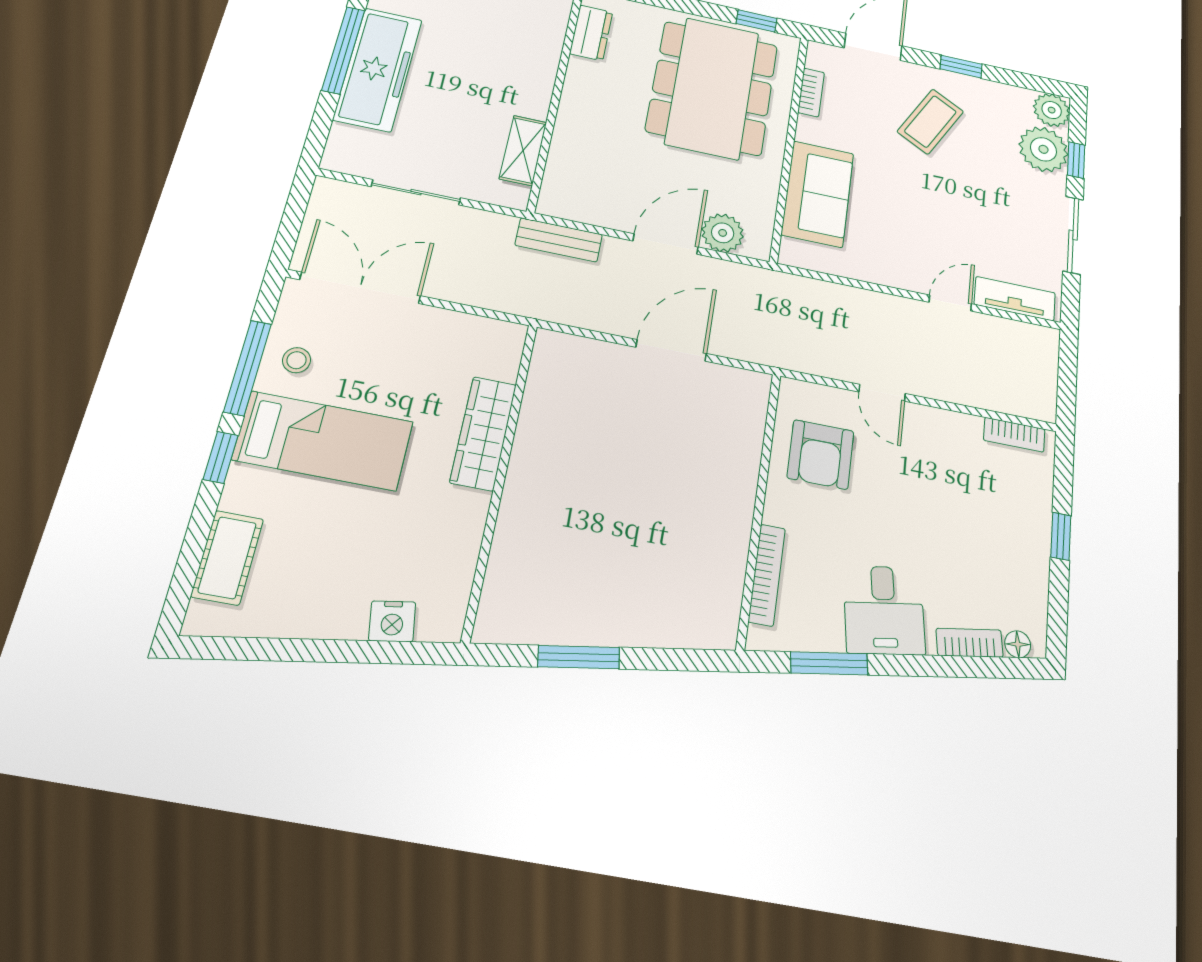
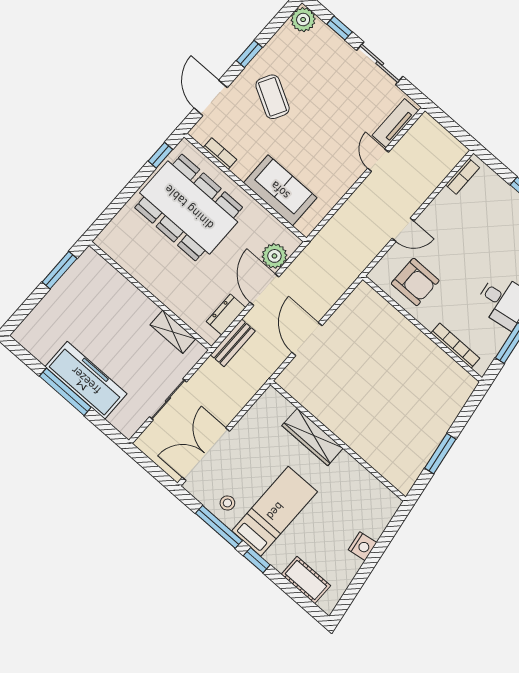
dresser: (591, 33) -> (226, 315), moved, turned -90
plant: (1043, 149) -> (323, 43), removed
door: (671, 350) -> (307, 339), moved
nightstand: (392, 621) -> (363, 546), moved

